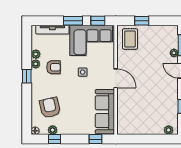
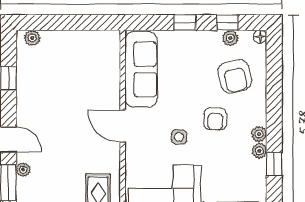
plant: (36, 54) -> (259, 134), moved
armchair: (54, 67) -> (215, 119), moved, turned -90
window: (27, 76) -> (274, 164), moved
window: (95, 139) -> (185, 23), moved

